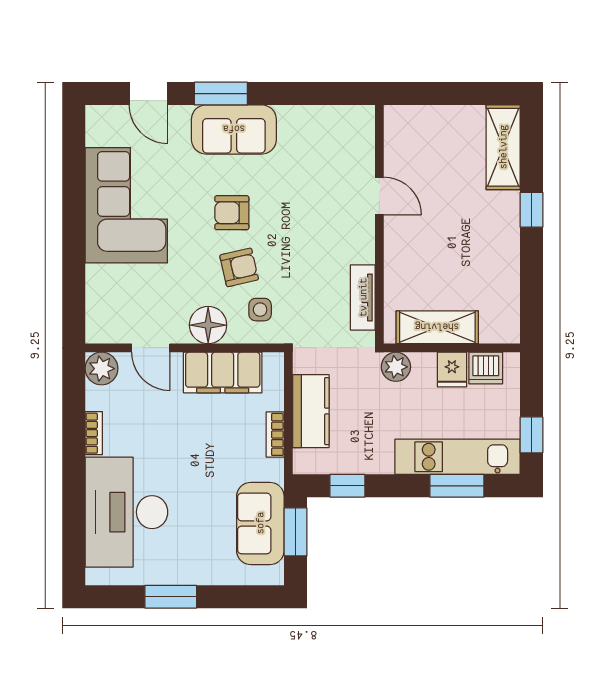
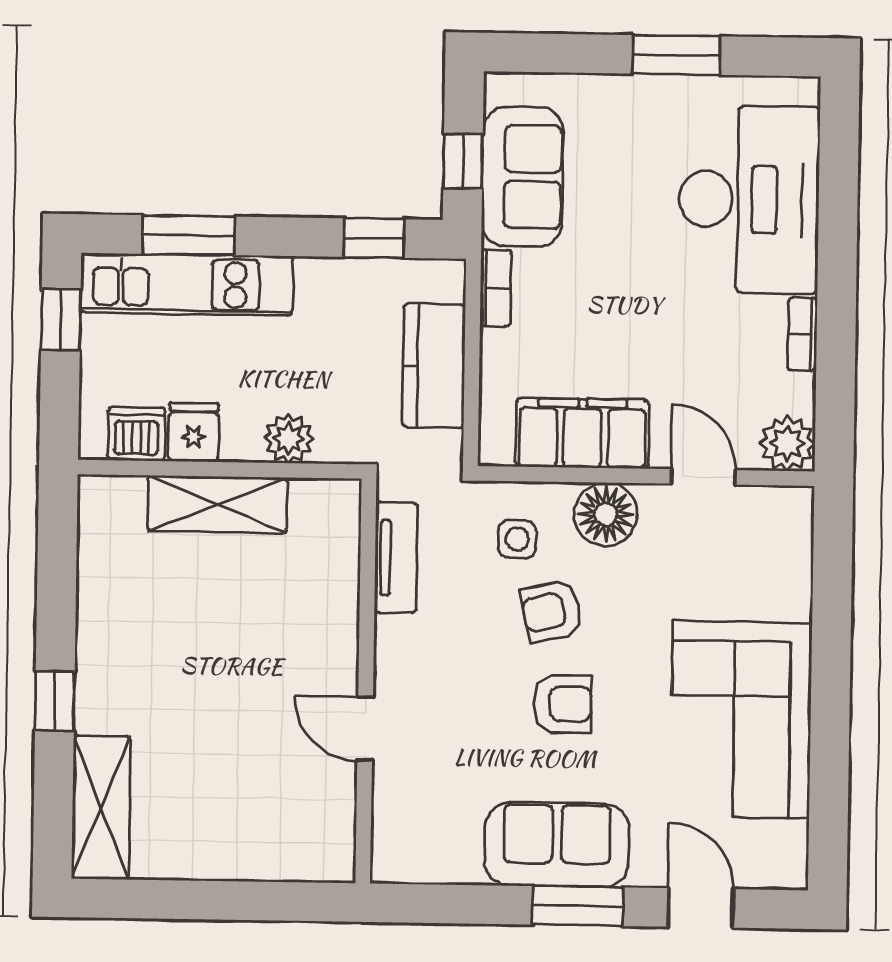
door: (379, 196) -> (365, 729), moved
wall: (379, 224) -> (366, 681), moved
tv unit: (363, 297) -> (396, 558), moved
bookcase: (275, 434) -> (496, 288), moved
window: (296, 532) -> (463, 161), width x0.67

